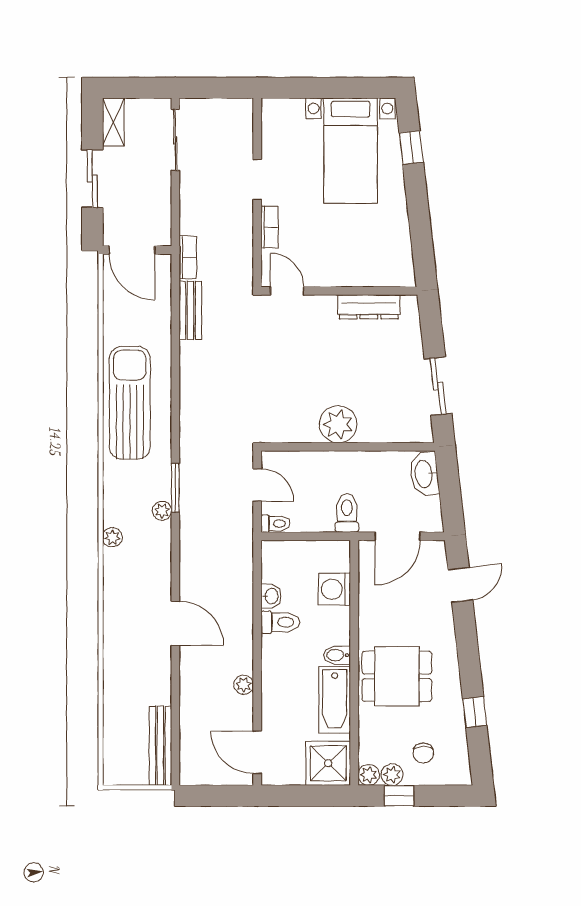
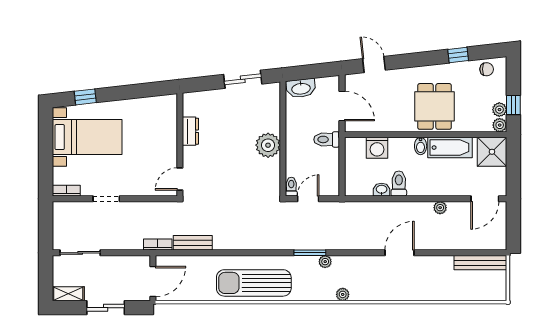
bookcase: (269, 227) -> (66, 191), moved
dresser: (369, 307) -> (190, 131), width x0.70
toilet: (275, 524) -> (291, 187), moved
chair: (423, 753) -> (487, 69), moved

